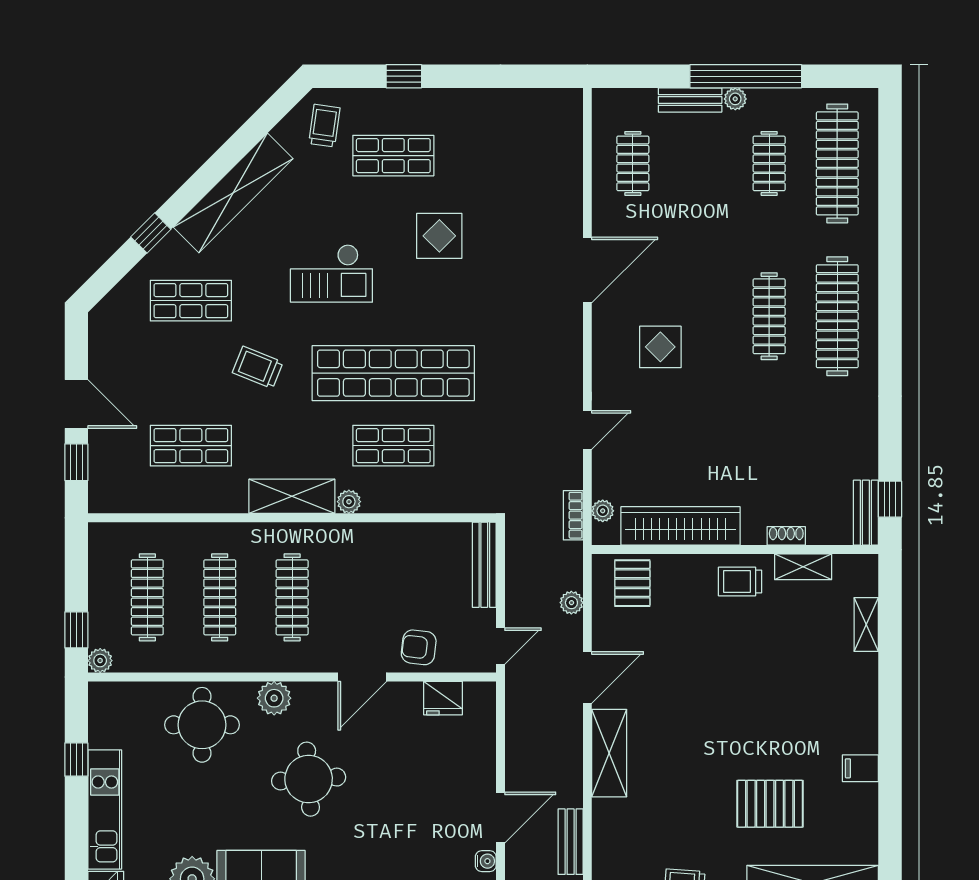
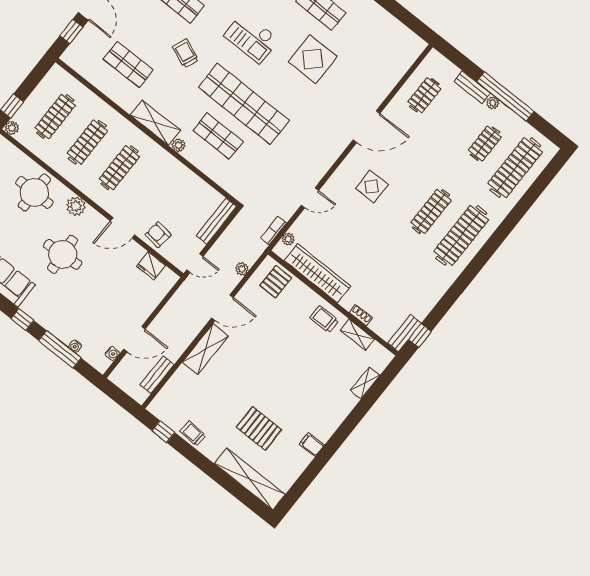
display table: (439, 236) -> (313, 59), width x1.36, depth x1.36

